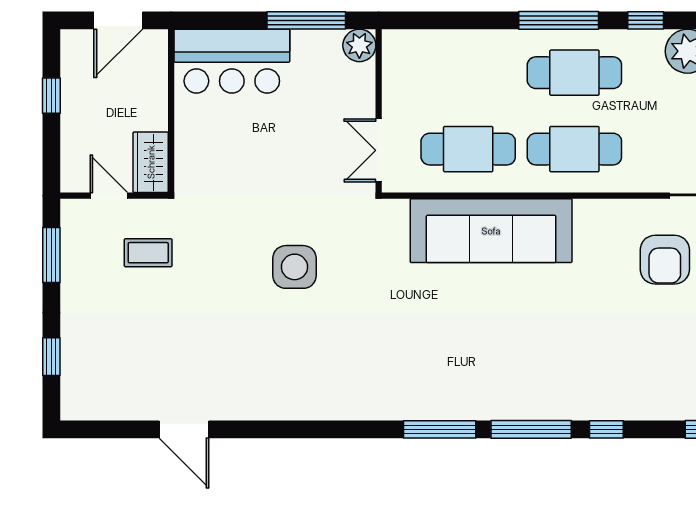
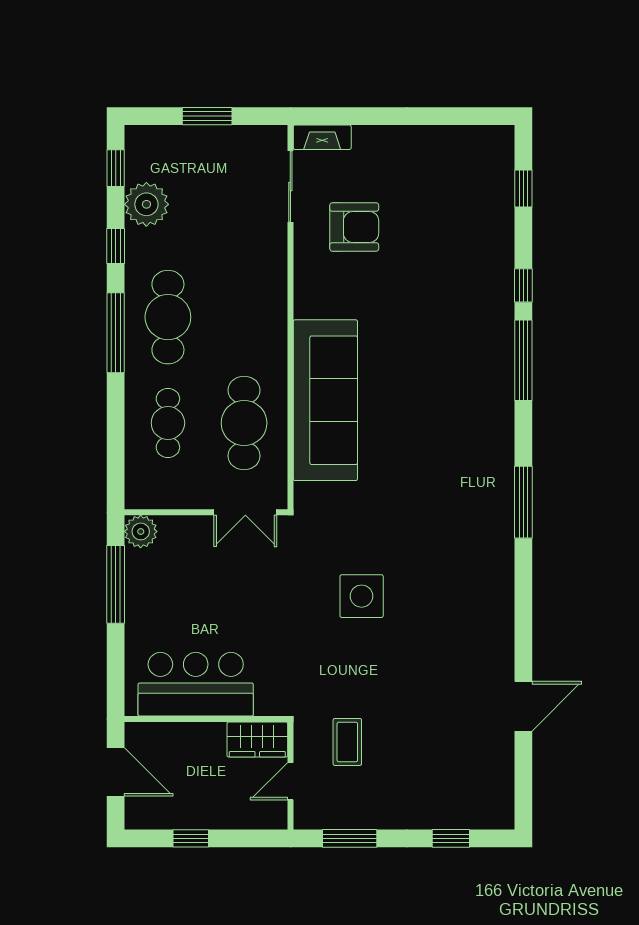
bar counter: (232, 61) -> (196, 684), moved, turned -90
cafe table: (574, 149) -> (168, 423), moved, width x0.73, depth x0.74
window: (440, 429) -> (523, 502), moved

